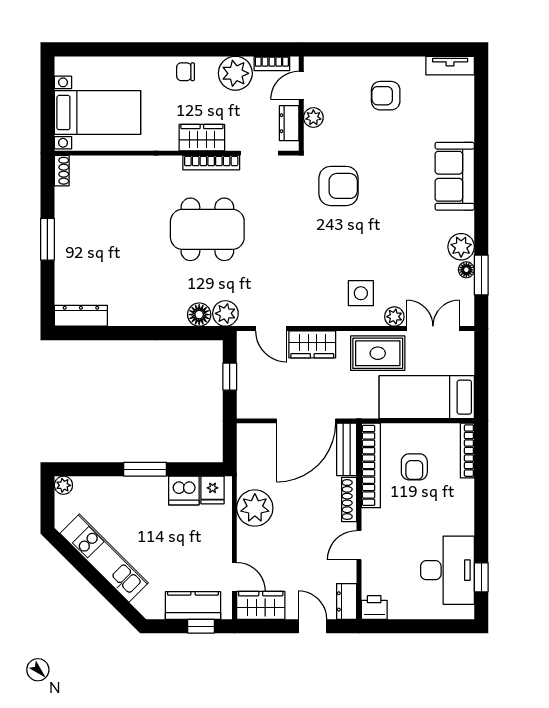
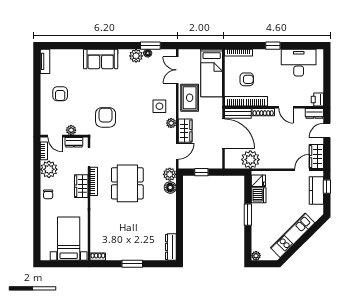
plant: (394, 317) -> (171, 123), moved
plant: (255, 508) -> (250, 160), moved
window: (481, 577) -> (273, 46), moved

